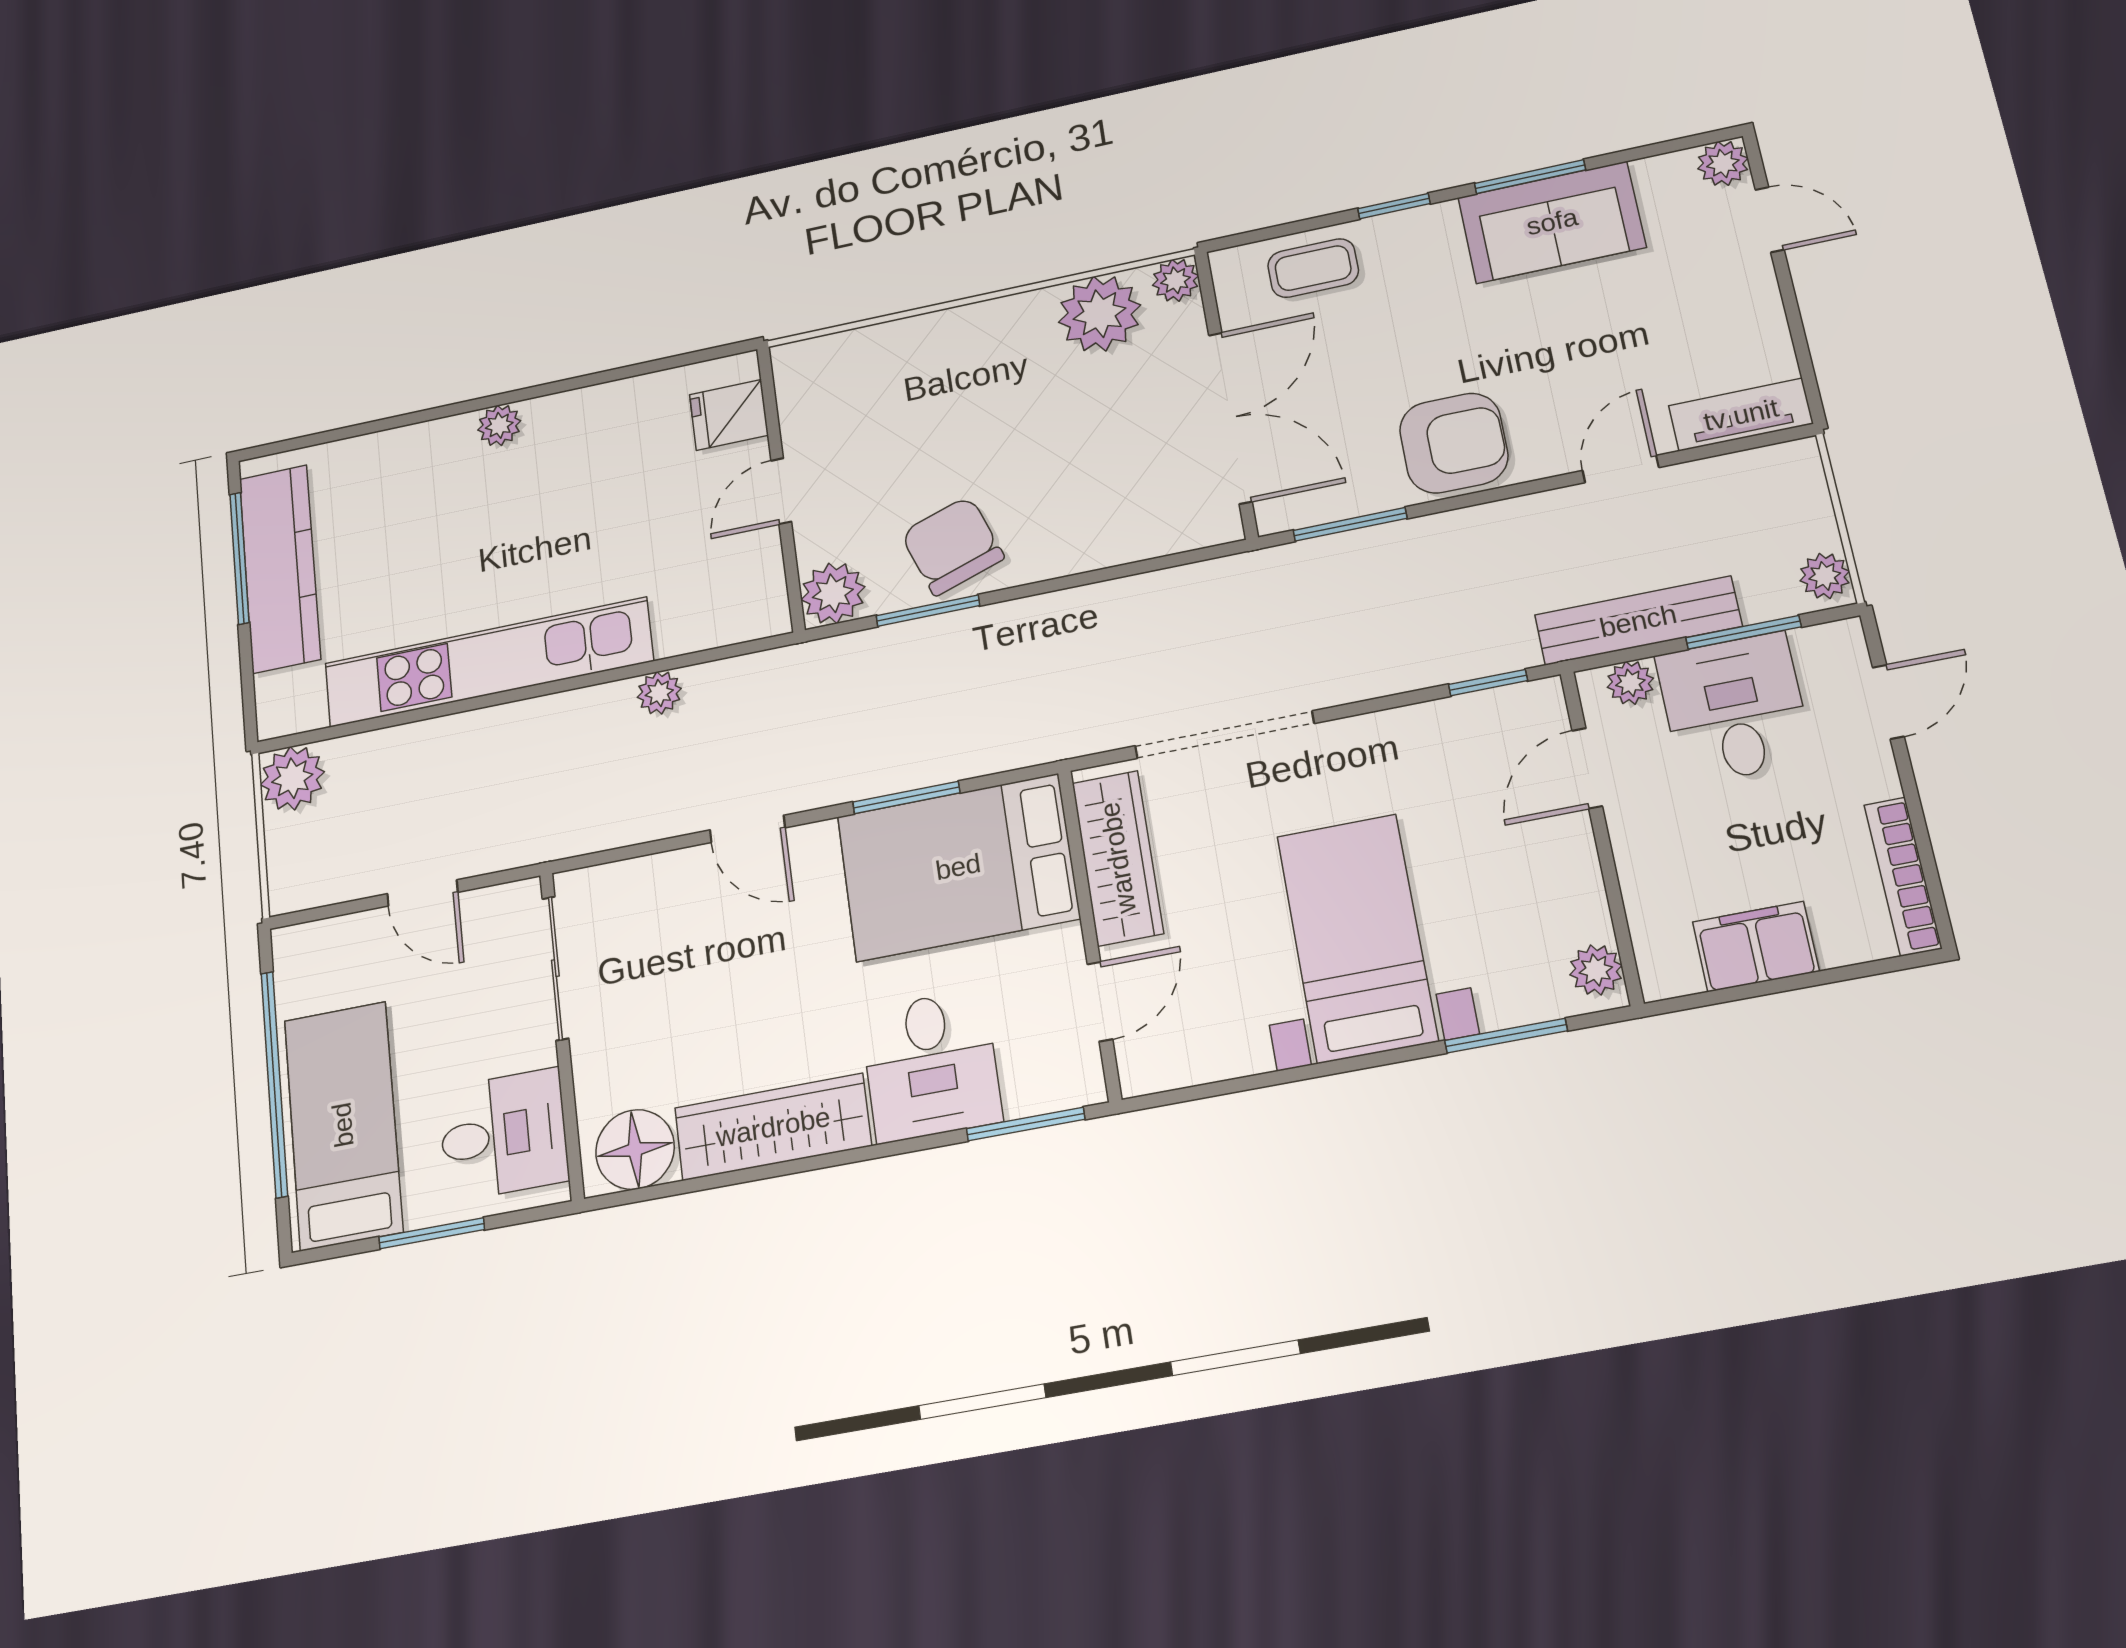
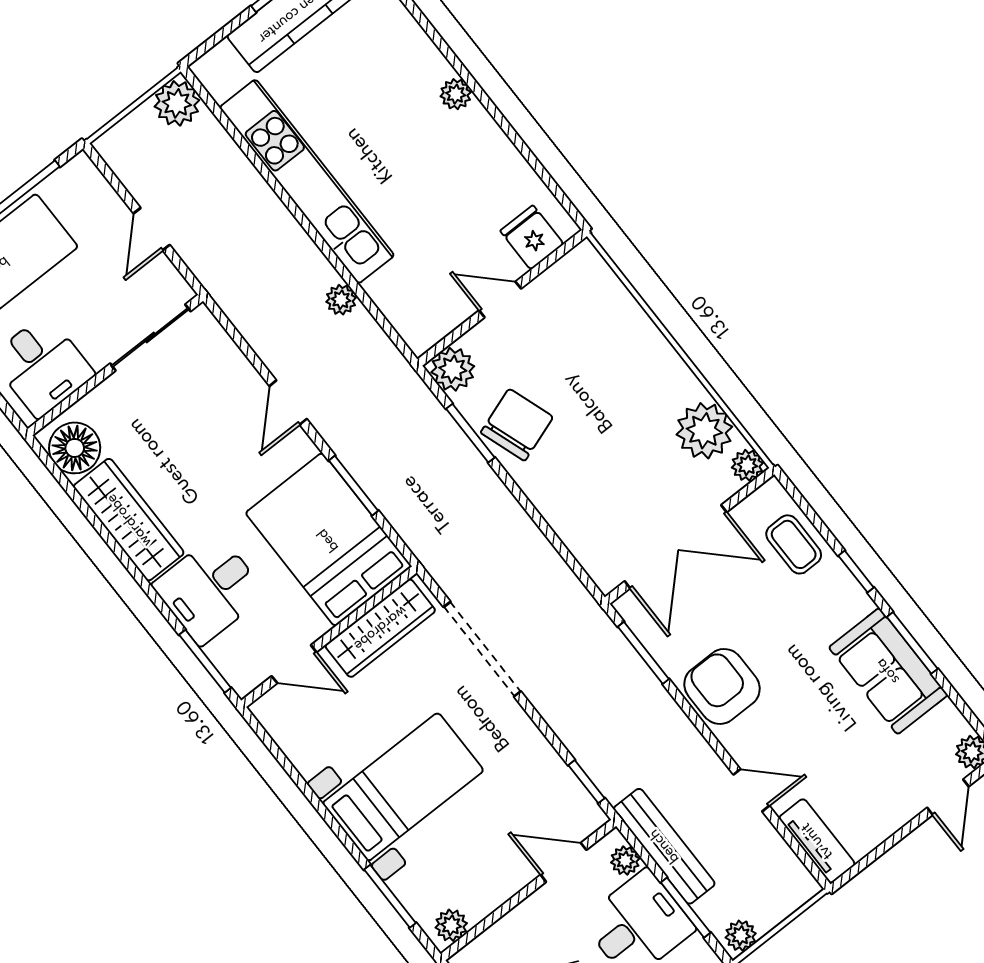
armchair: (1454, 443) -> (722, 686), turned 180

